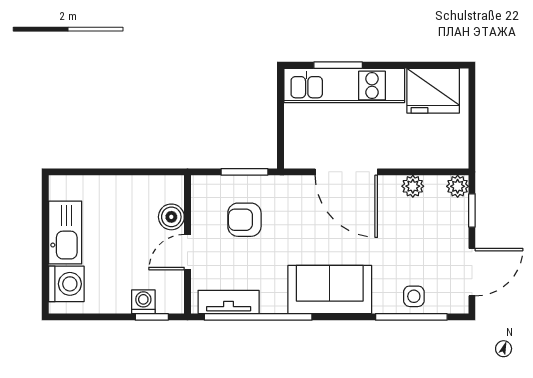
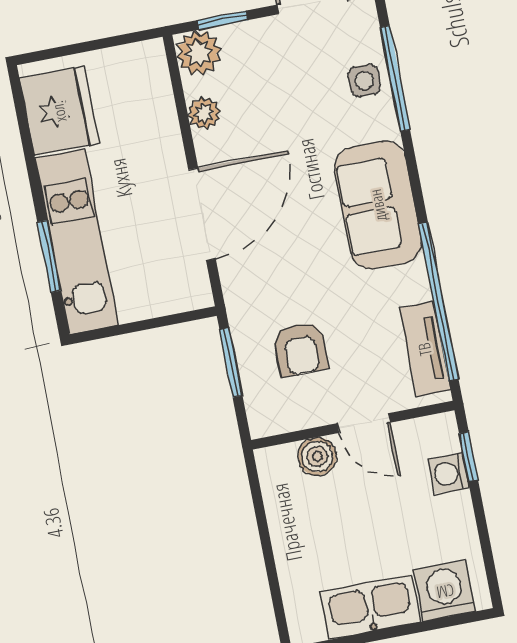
plant: (458, 186) -> (199, 53), width x1.38, depth x1.38

